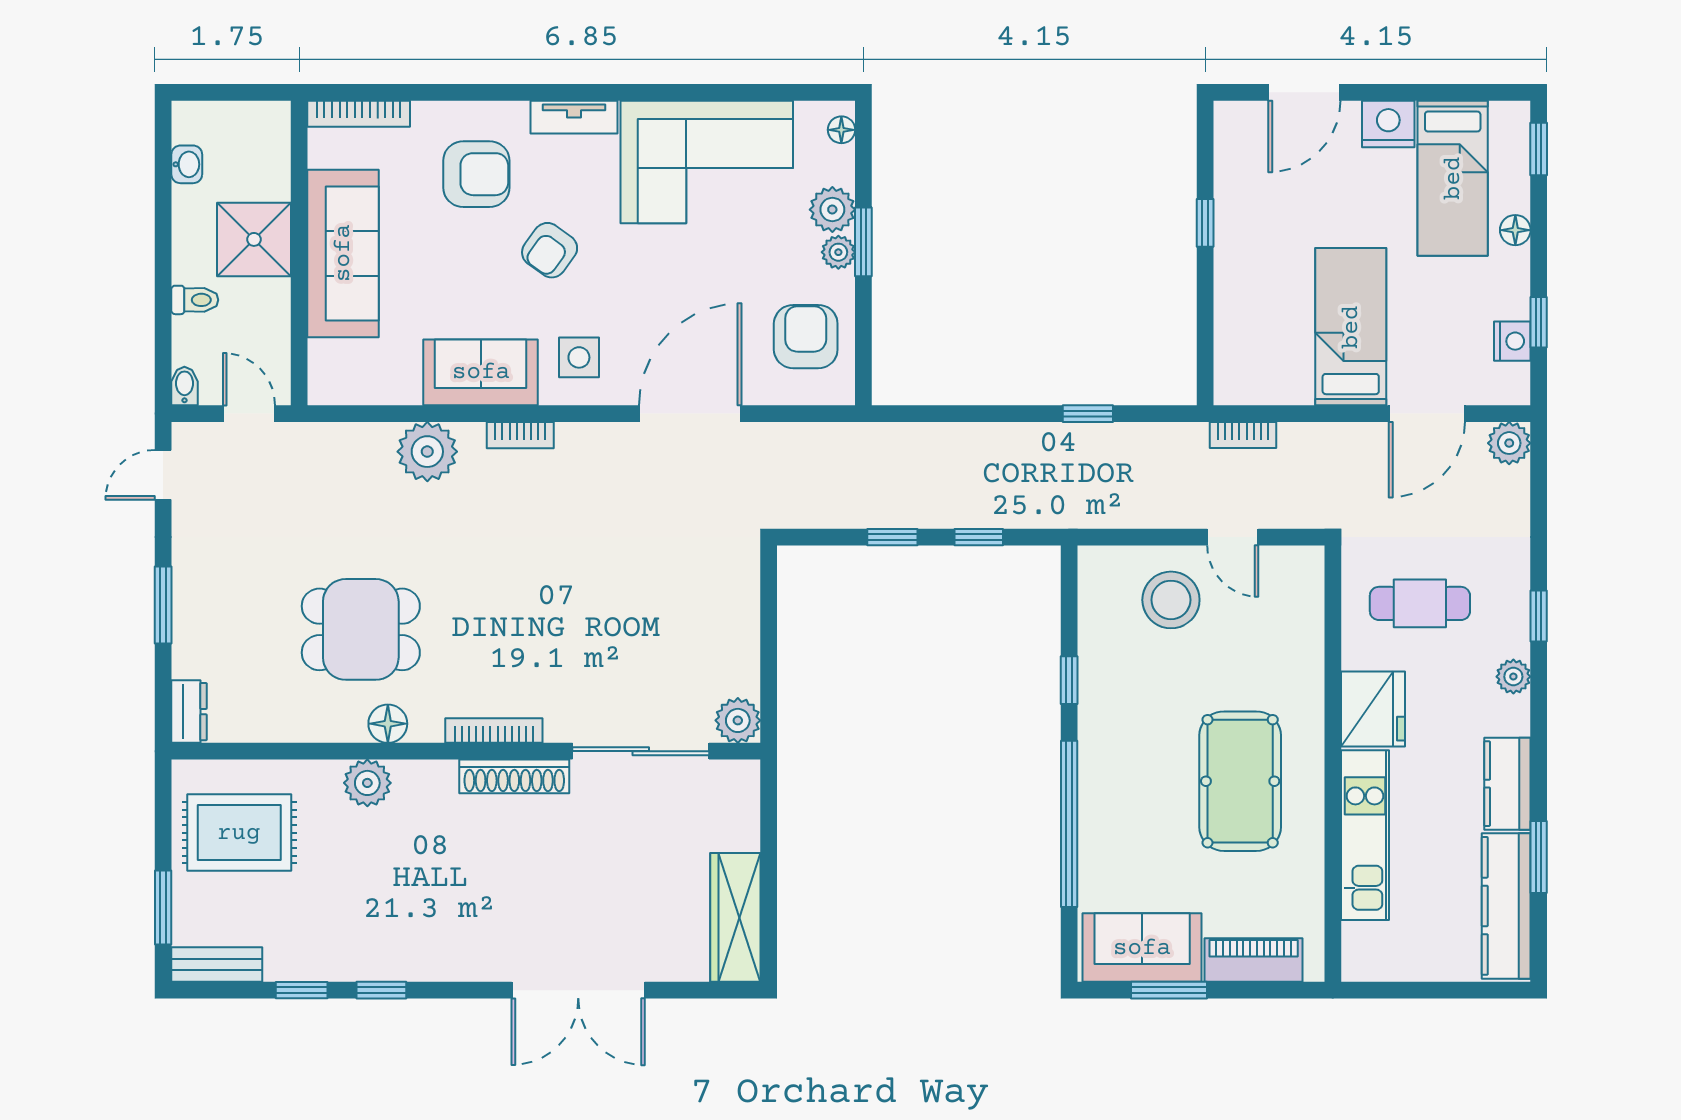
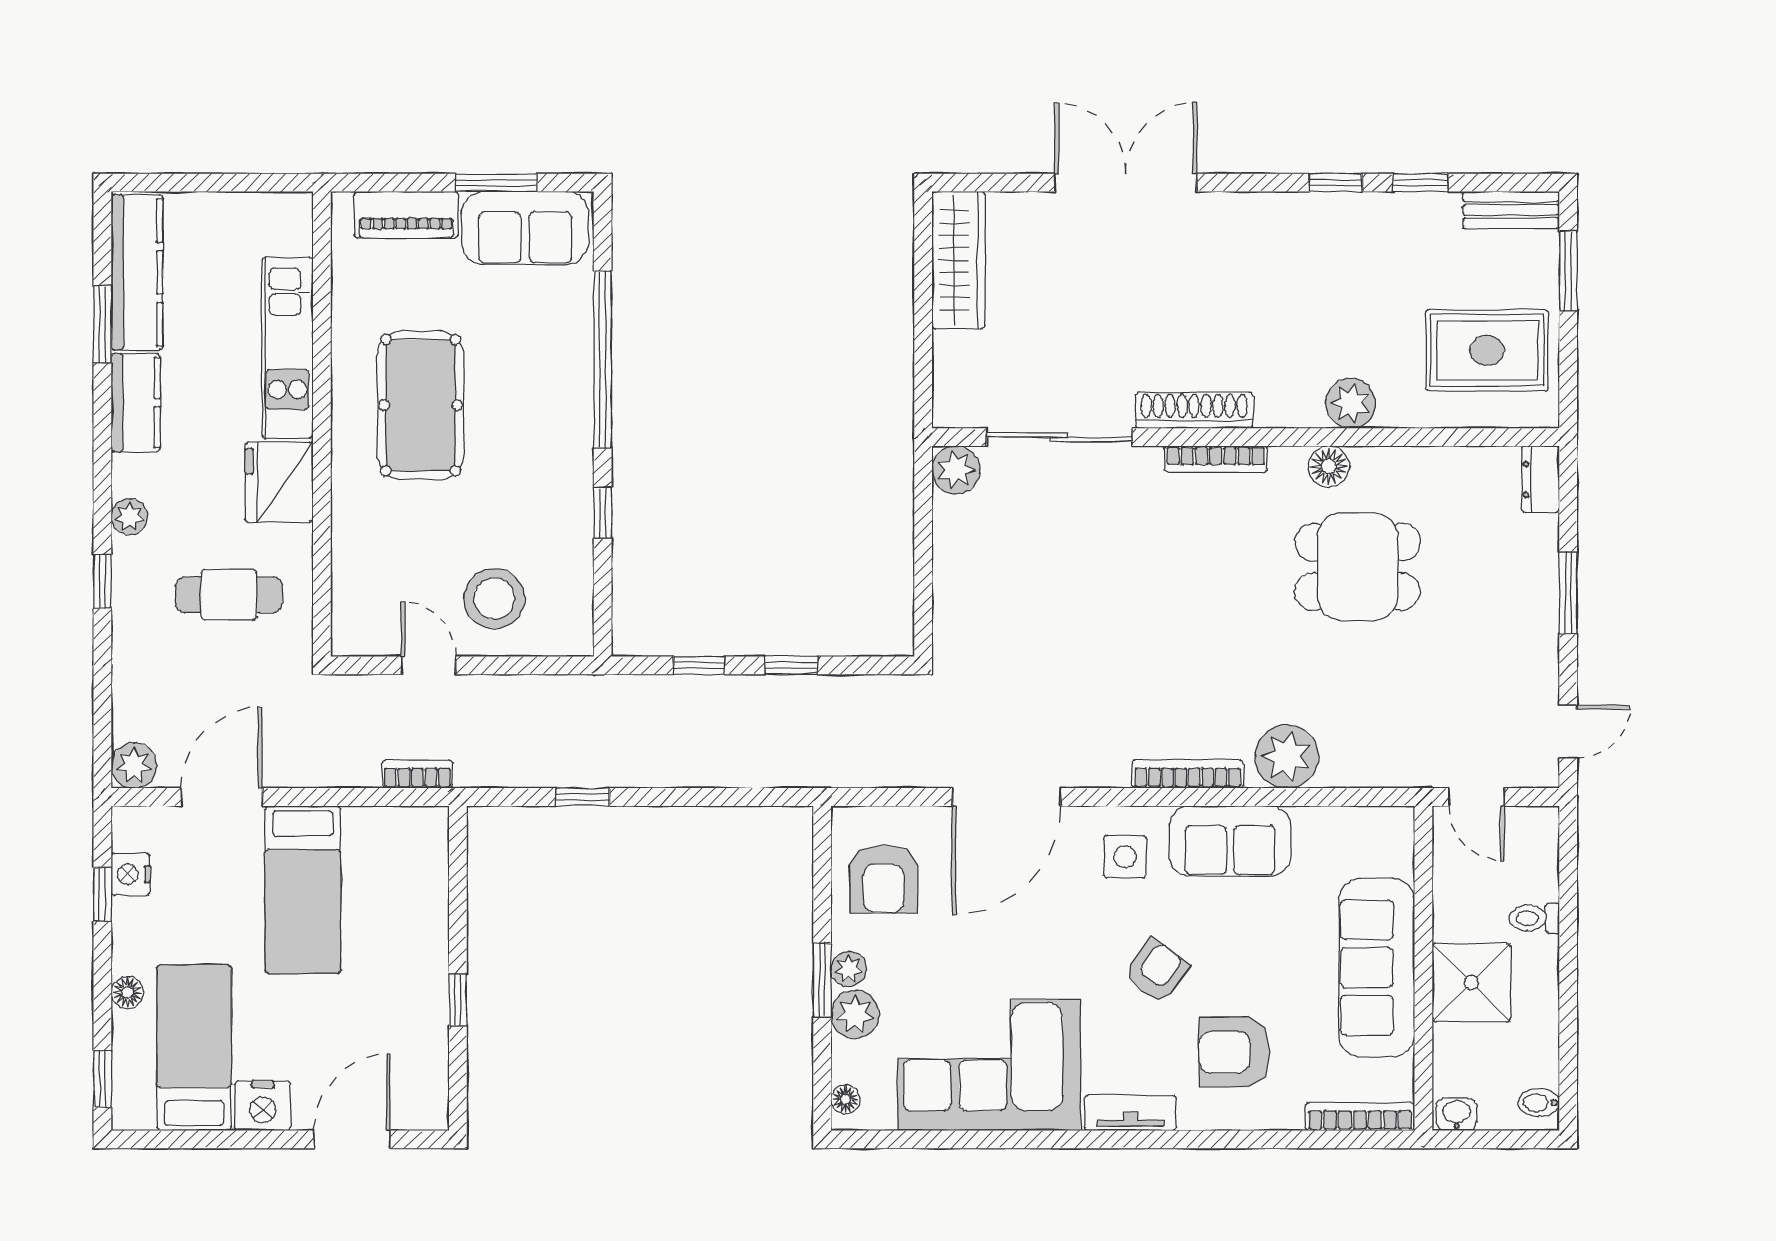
washbasin: (187, 164) -> (1457, 1114), moved, turned 90
bidet: (184, 386) -> (1539, 1103), moved, turned 90
bookcase: (520, 435) -> (1188, 774), width x1.56

